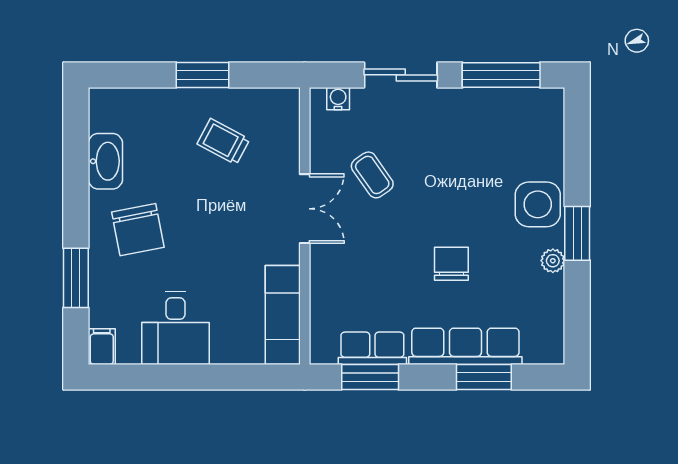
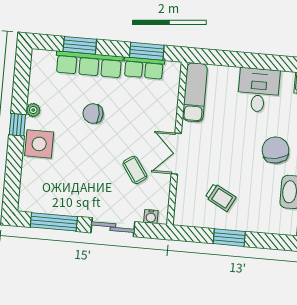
window: (577, 233) -> (17, 125), width x0.67
chair: (451, 264) -> (93, 114), turned 90

